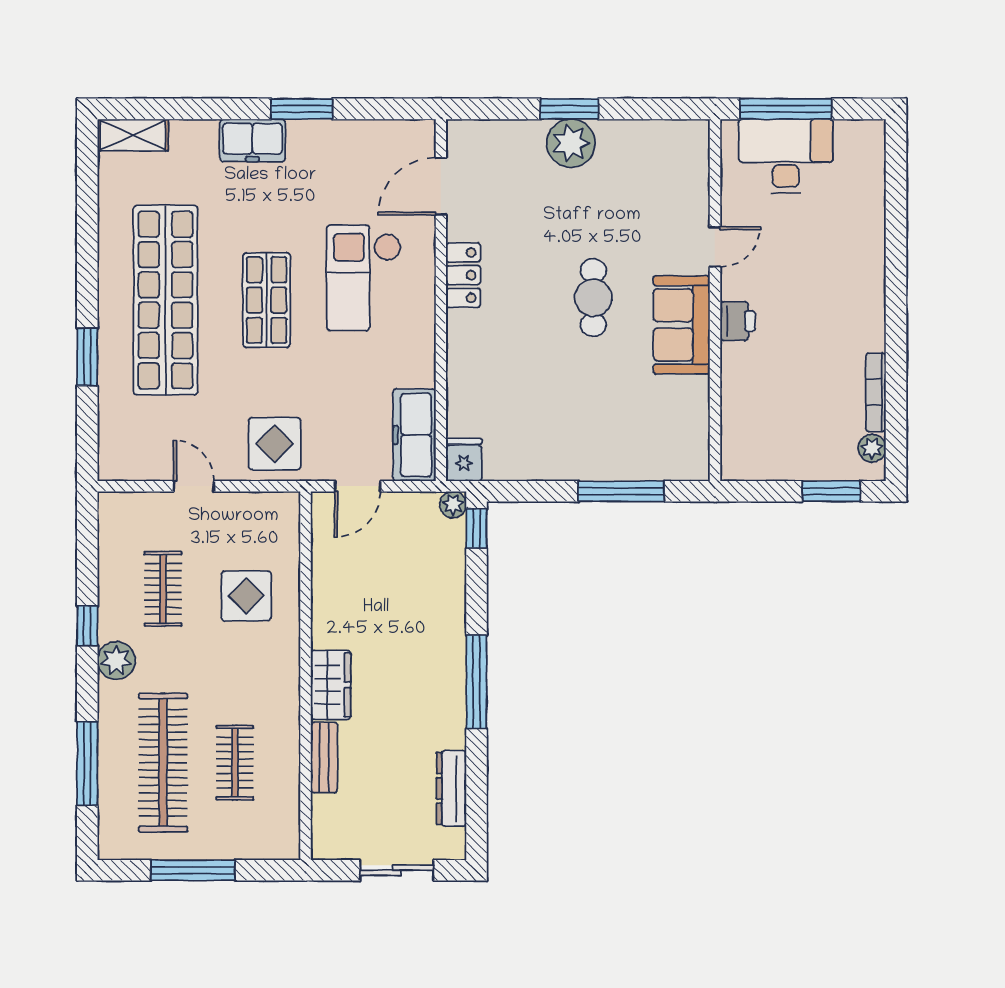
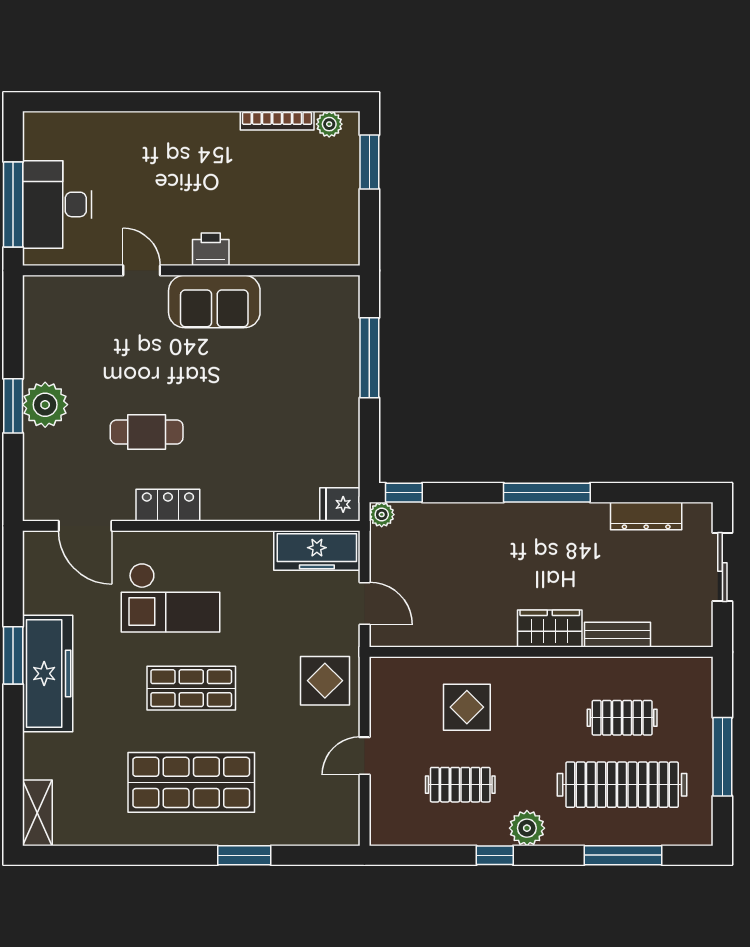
freezer: (252, 140) -> (48, 674), width x1.91, depth x1.26
cafe table: (593, 298) -> (147, 432), moved
shop shelf: (165, 300) -> (191, 782), width x0.71

